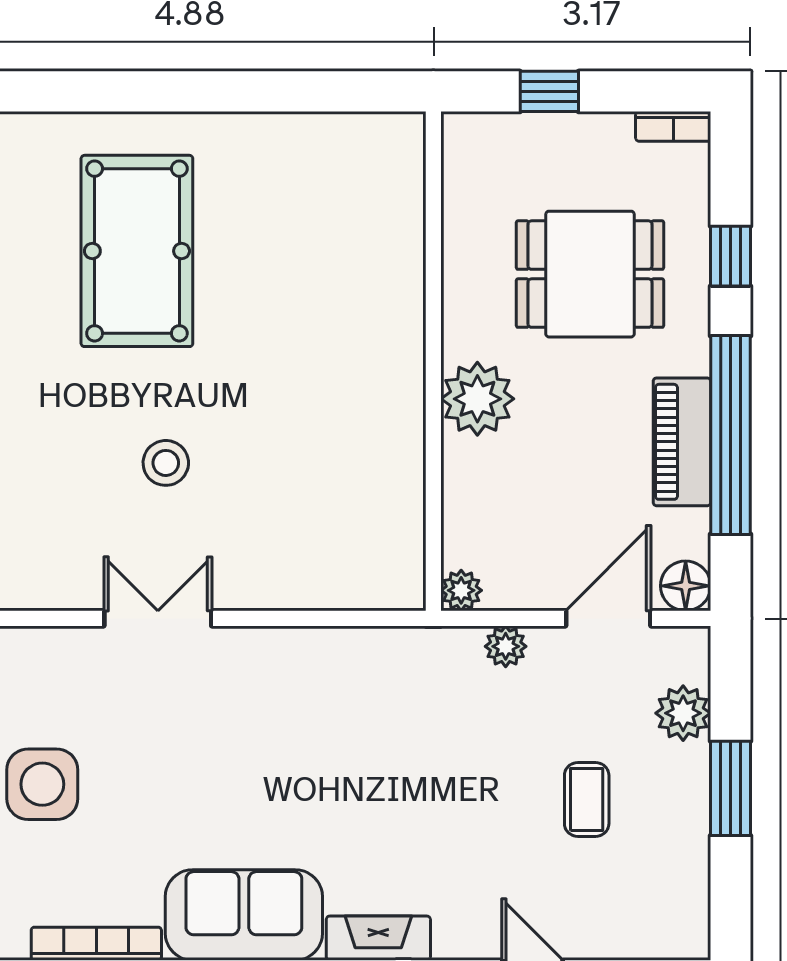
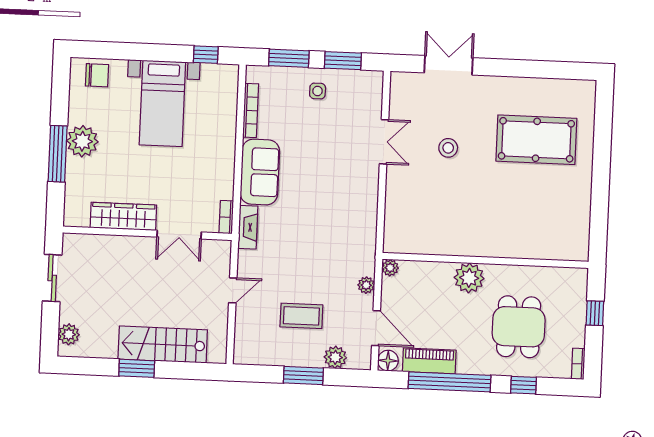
piano: (682, 442) -> (429, 361), moved
side table: (42, 784) -> (318, 91), width x0.54, depth x0.54
coffee table: (587, 799) -> (301, 316), width x1.36, depth x1.30

